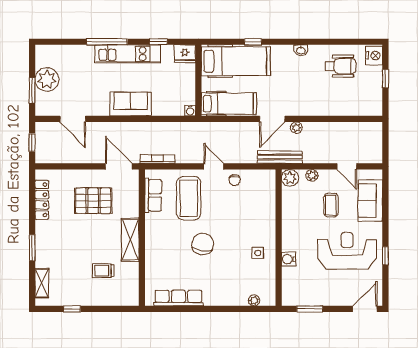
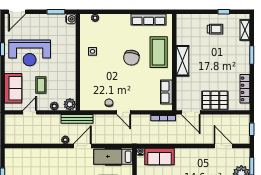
sofa: (130, 104) -> (159, 156), moved
door: (347, 166) -> (30, 112), hinge flipped
coffee table: (189, 198) -> (159, 52), moved
pallet: (93, 201) -> (215, 100), moved
water cooler: (288, 259) -> (71, 19), moved
trolley: (103, 271) -> (215, 29), moved

